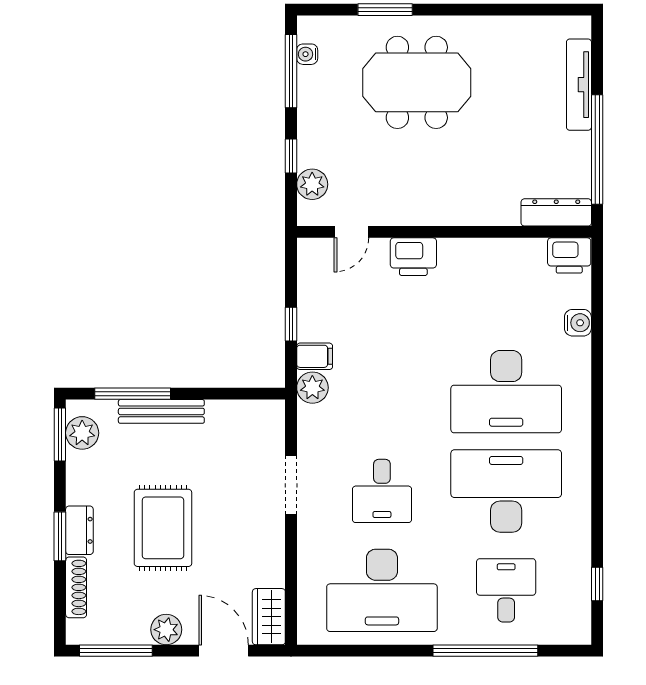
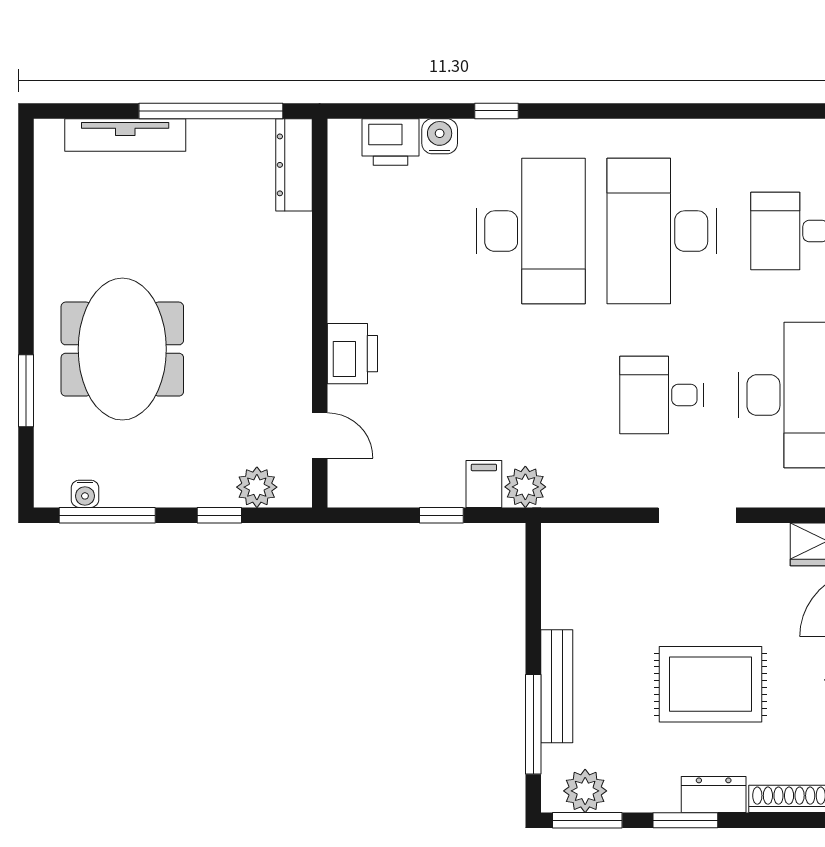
printer: (569, 255) -> (390, 142), moved, turned 90
doorway: (291, 485) -> (697, 515), moved
desk: (382, 491) -> (662, 395), turned 180
window: (60, 536) -> (685, 820), moved
window: (597, 584) -> (497, 111), moved

